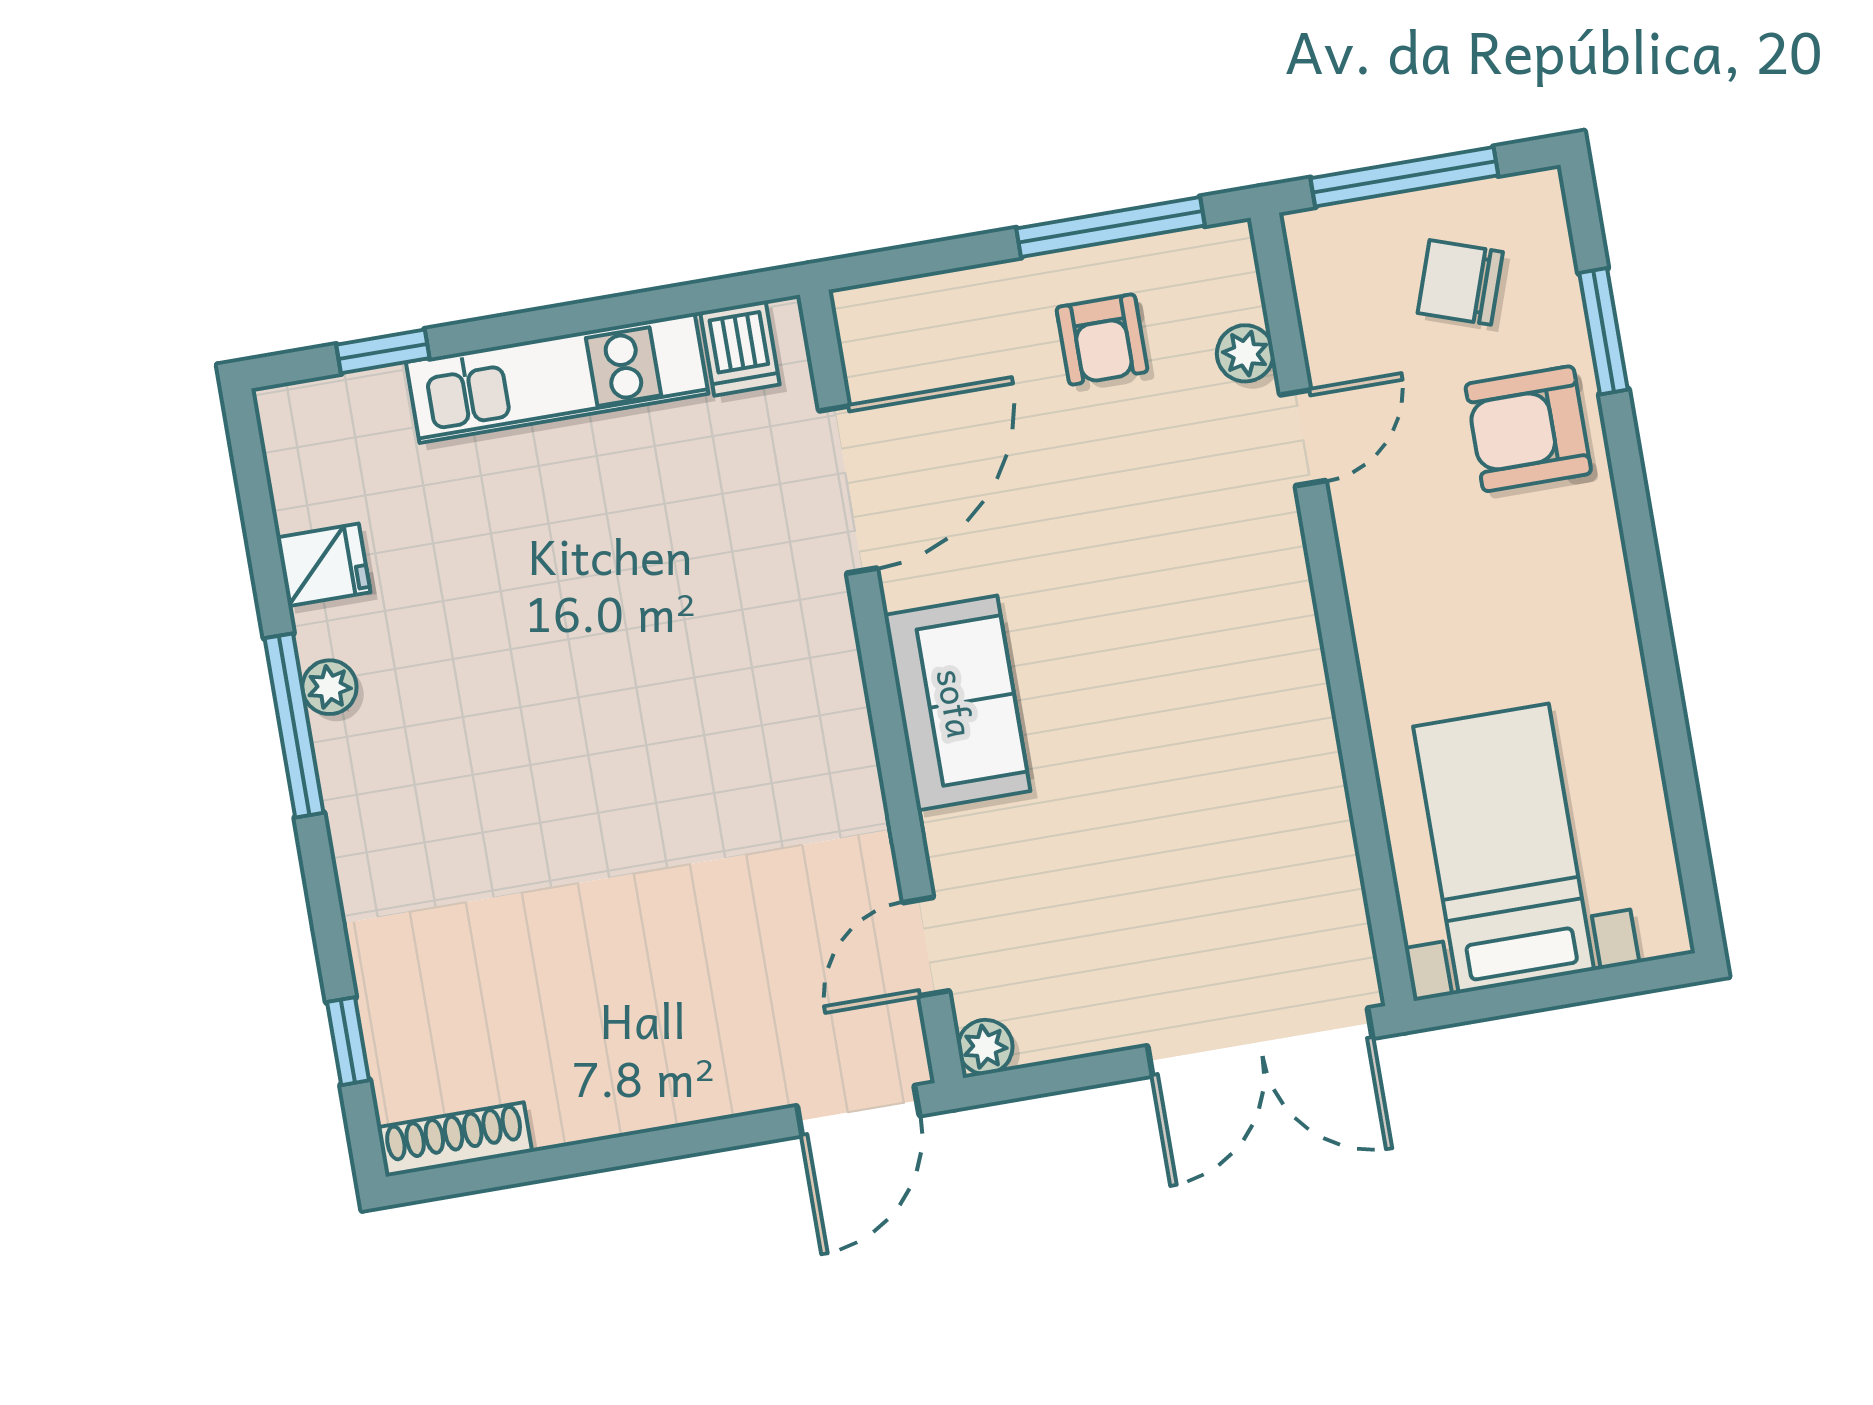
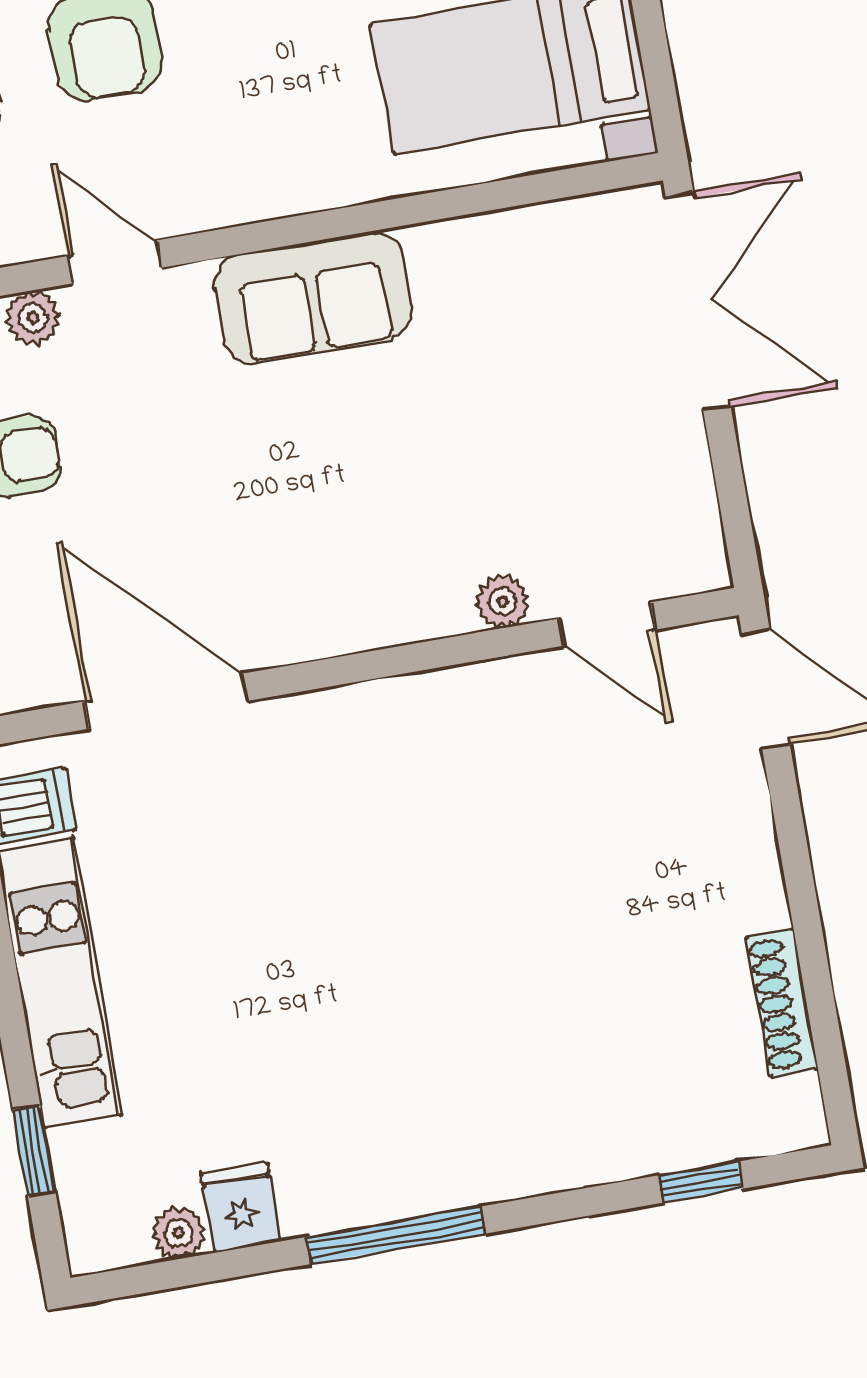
plant: (329, 687) -> (179, 1233), moved
sofa: (957, 703) -> (313, 297), moved, turned 180
plant: (985, 1047) -> (503, 602), moved
shoe rack: (455, 1140) -> (782, 1003), moved

